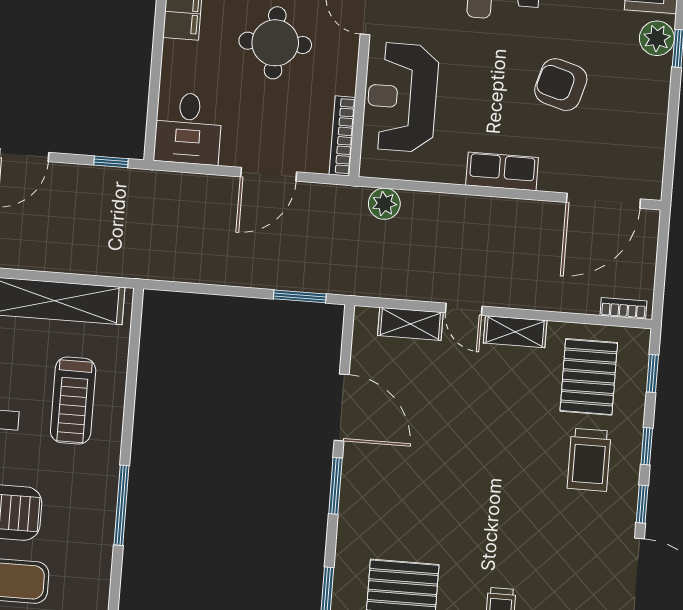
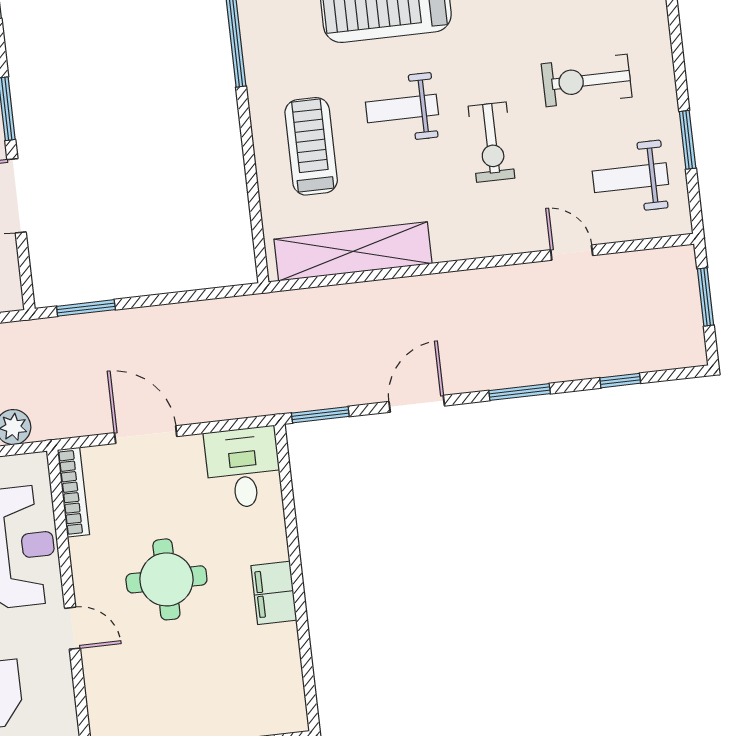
window: (111, 162) -> (320, 415), width x1.50
door: (269, 174) -> (146, 435), hinge flipped

